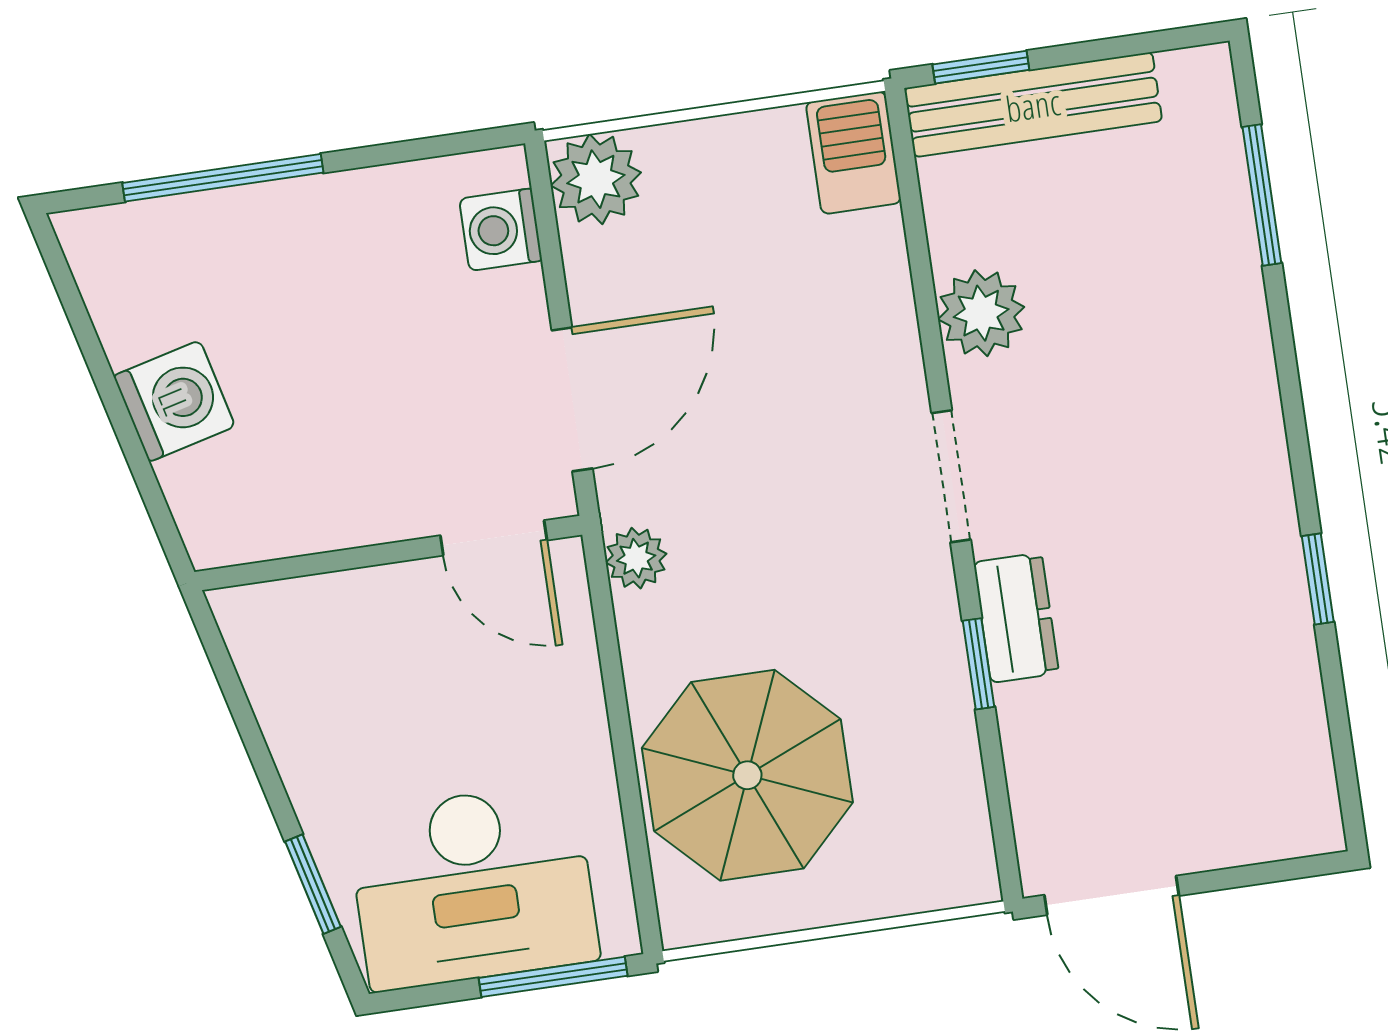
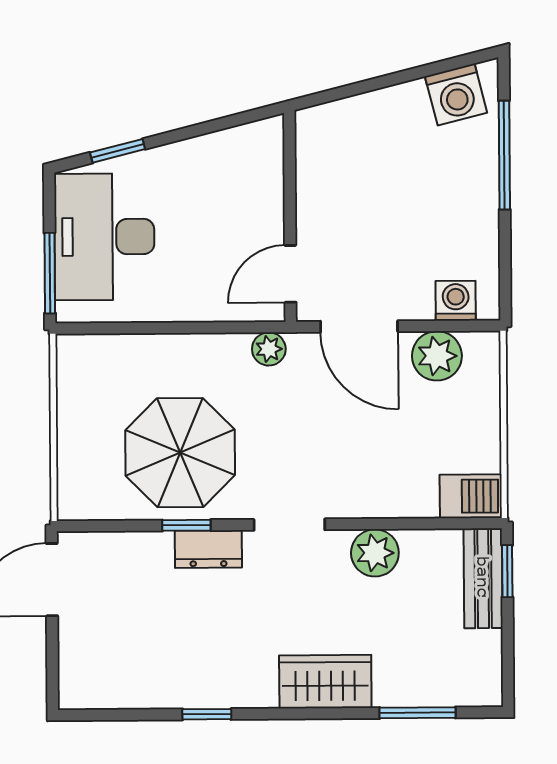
bench: (1033, 105) -> (483, 578), width x0.73
plant: (596, 179) -> (437, 356), moved
wardrobe: (1228, 371) -> (325, 682), added
washing machine: (174, 401) -> (456, 95), moved
parasol: (747, 775) -> (180, 453), moved

